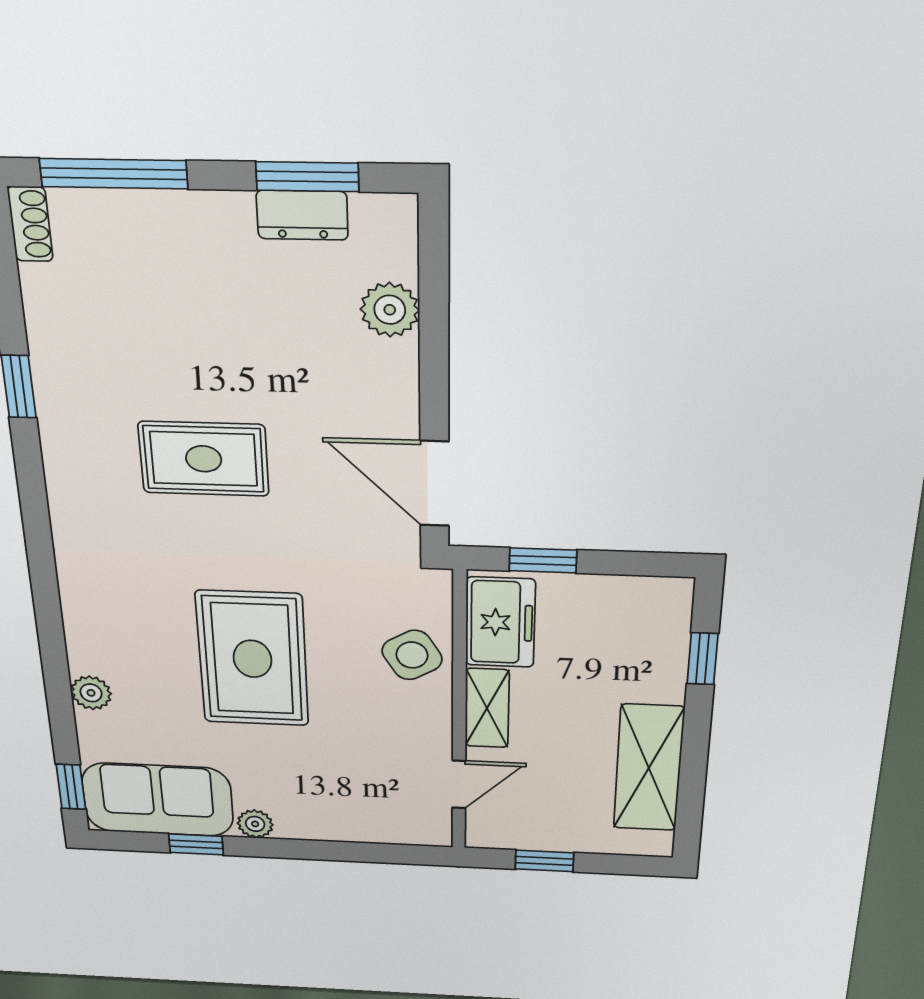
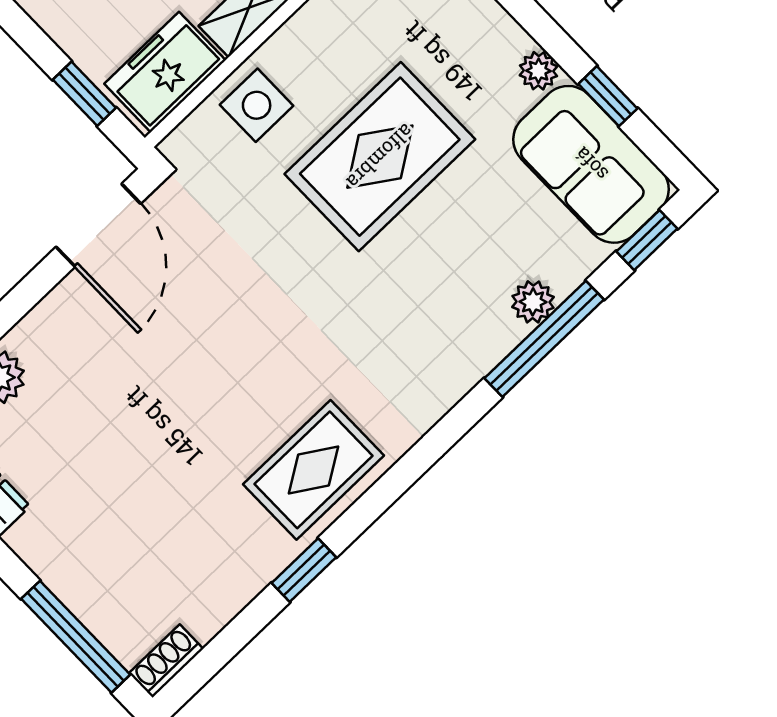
rug: (204, 459) -> (314, 470), moved, turned 90
side table: (412, 655) -> (257, 105), turned 31
rug: (252, 659) -> (380, 157), moved
window: (57, 678) -> (544, 339), added

